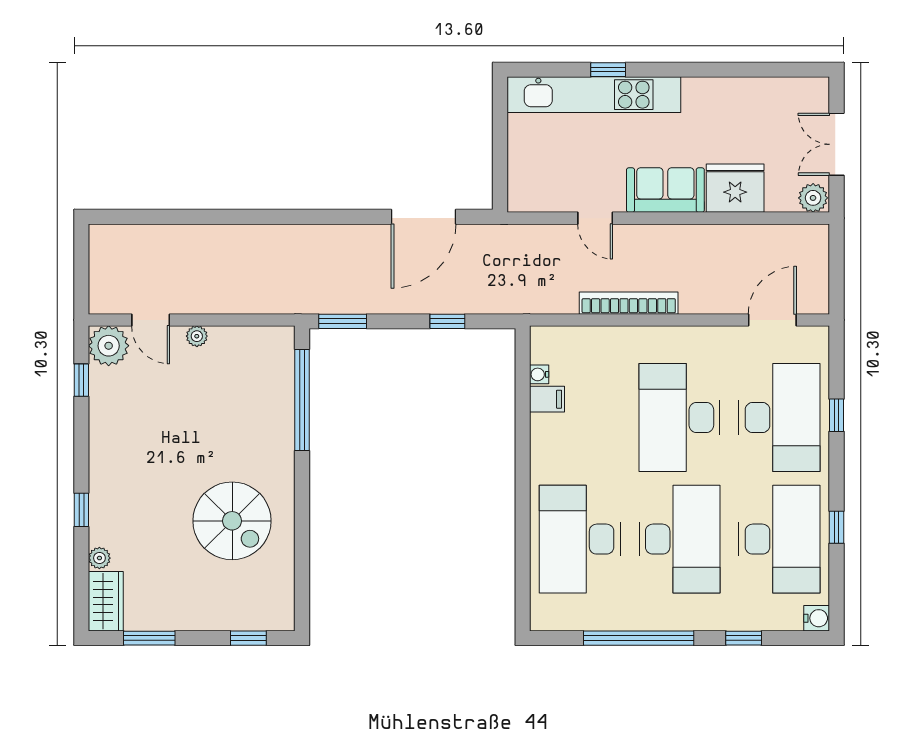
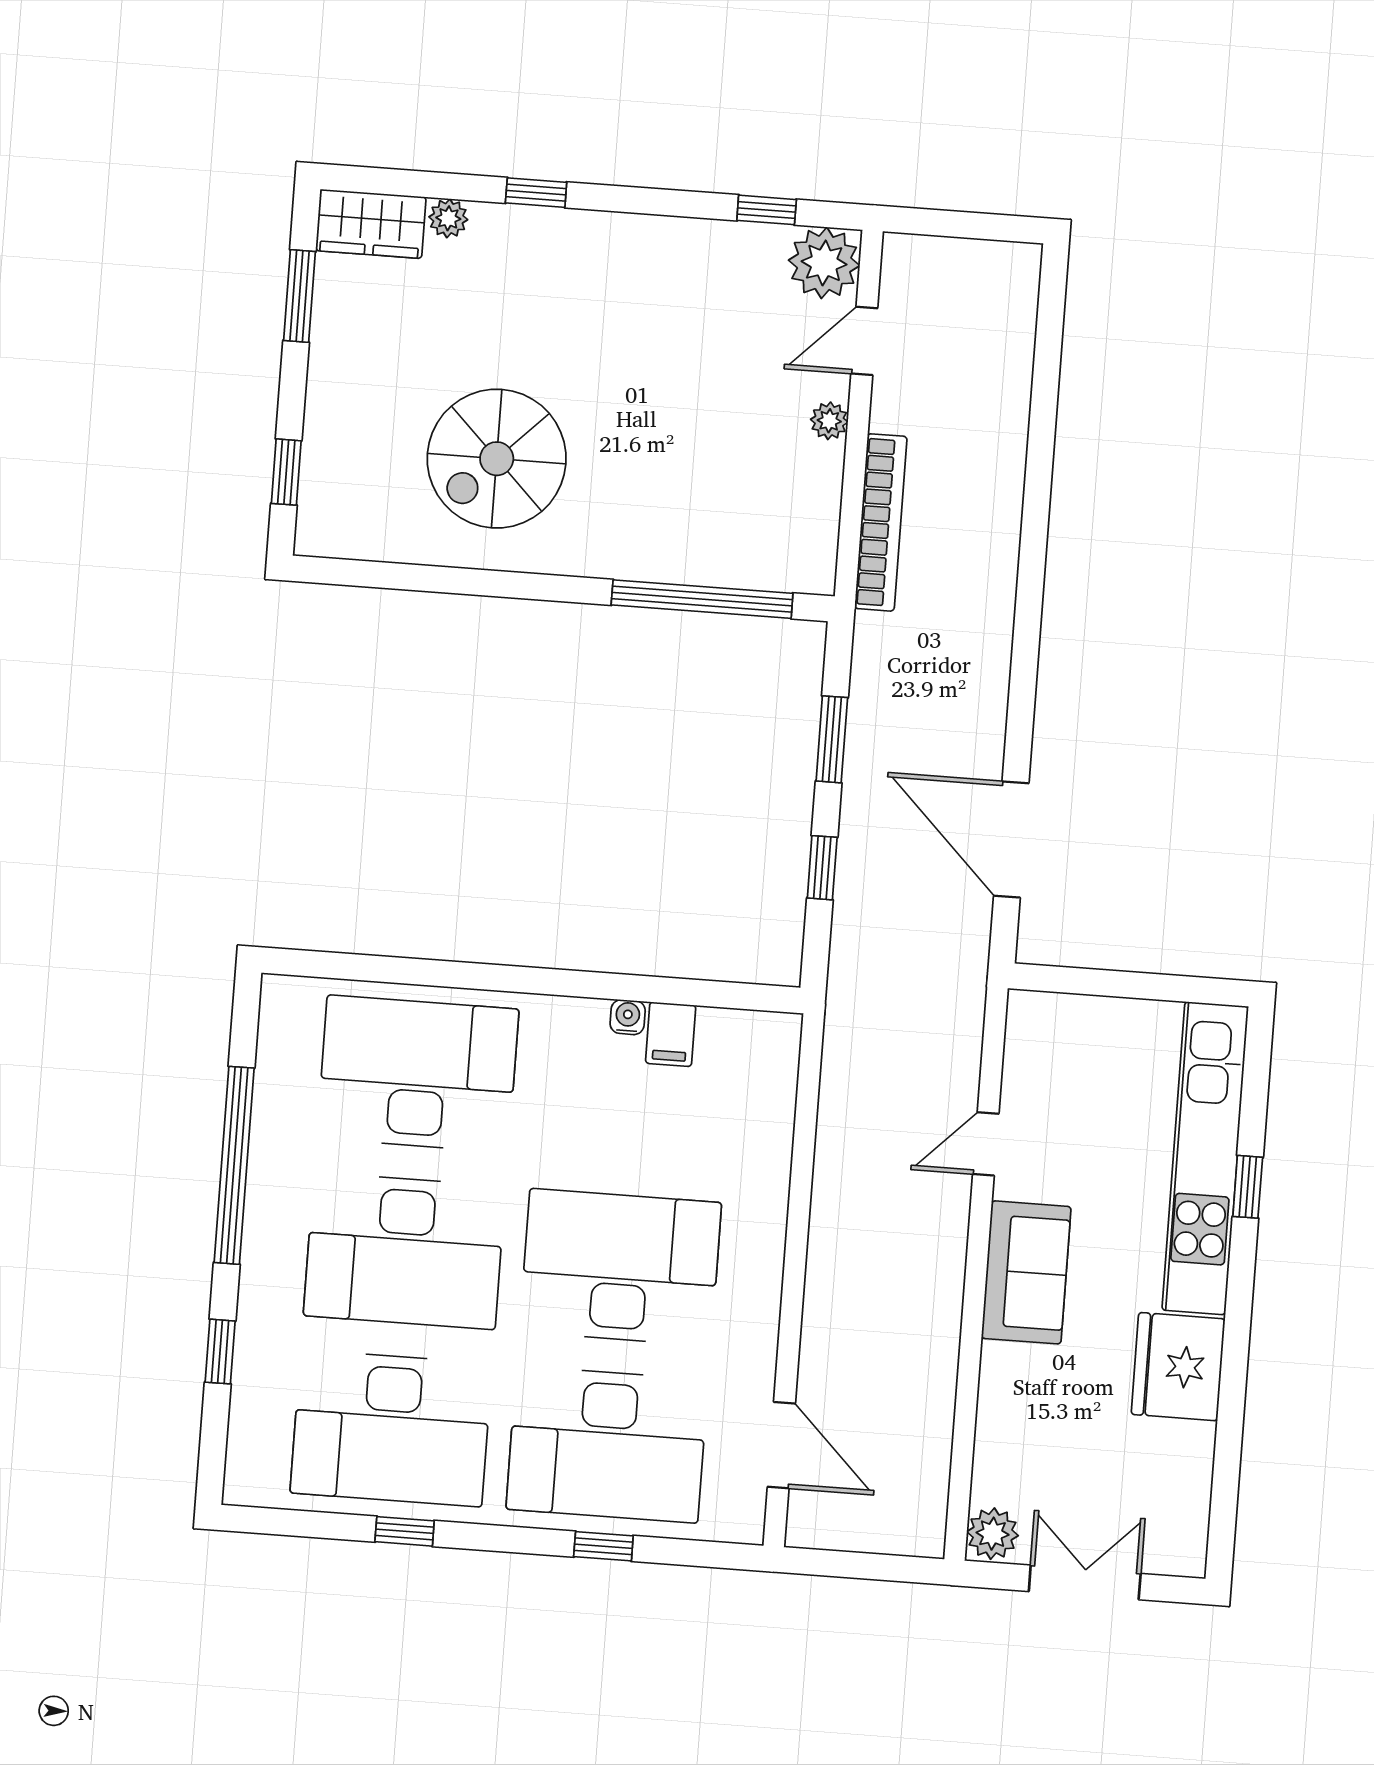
fridge: (735, 188) -> (1178, 1367), moved, turned 180
bookcase: (629, 303) -> (881, 522), moved
window: (343, 321) -> (832, 739), moved
water cooler: (539, 374) -> (628, 1017), moved
water cooler: (817, 618) -> (246, 1484), removed

